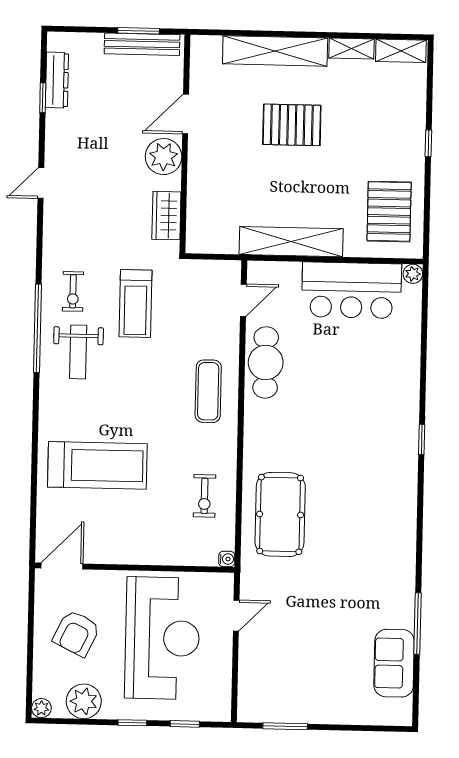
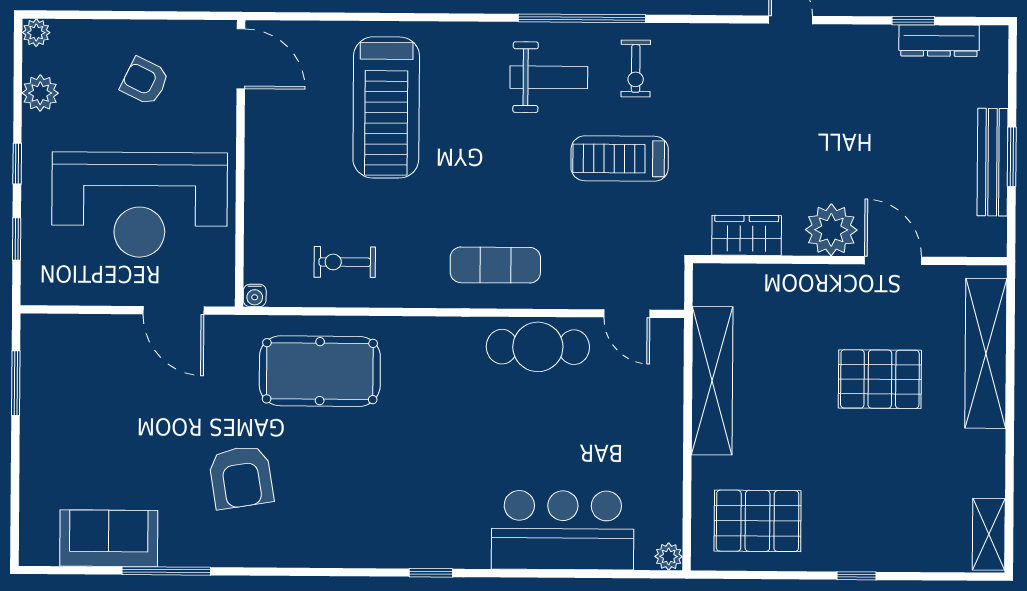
shelving: (352, 49) -> (991, 463), removed
door: (186, 114) -> (893, 261), moved
pallet: (292, 125) -> (880, 379), turned 90
wall: (185, 144) -> (850, 260), moved
plant: (164, 157) -> (831, 230), moved
wardrobe: (166, 216) -> (747, 235), moved
bar counter: (352, 290) -> (563, 530), moved, turned 90
exercise bike: (73, 291) -> (636, 68), turned -90
weight bench: (78, 352) -> (549, 77), turned 180
armchair: (353, 570) -> (241, 477), added
door: (236, 616) -> (173, 310), width x1.38
armchair: (76, 633) -> (145, 81), width x0.72, depth x0.72
plant: (84, 701) -> (40, 93), width x0.73, depth x0.73

